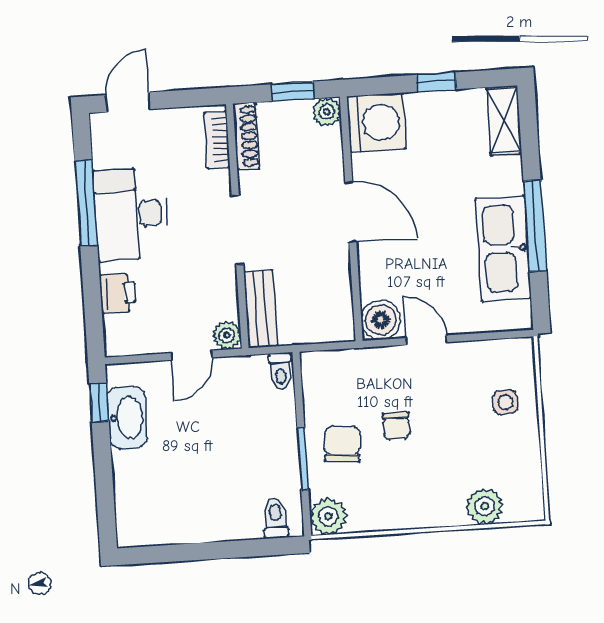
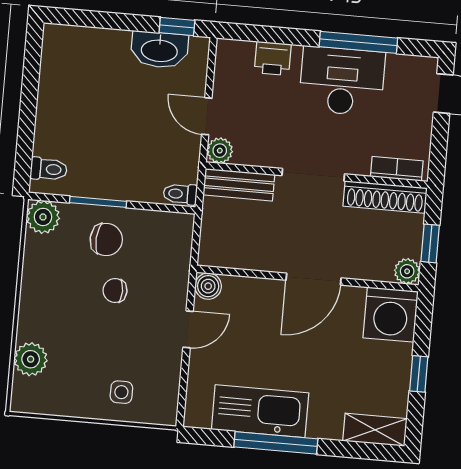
shoe rack: (246, 136) -> (385, 197), width x1.36, depth x1.24
boiler: (381, 320) -> (208, 286), width x0.73, depth x0.73

